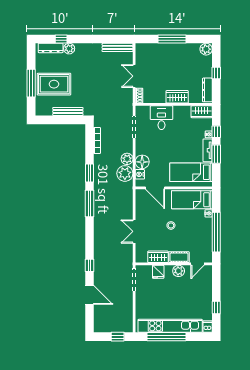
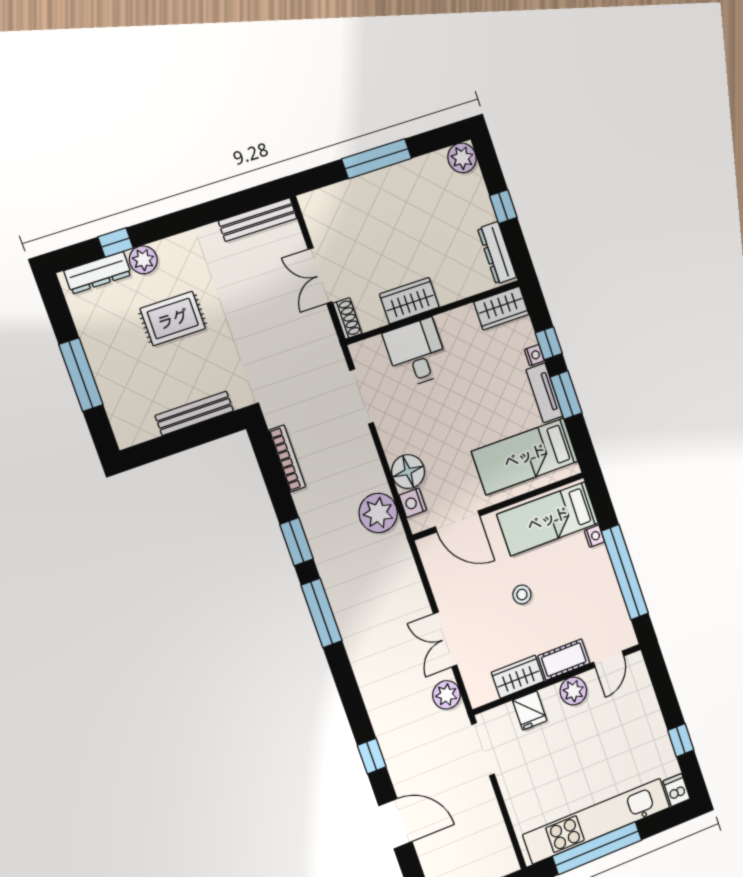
rug: (54, 84) -> (173, 319), moved, width x0.73, depth x0.70
wardrobe: (177, 97) -> (409, 301), moved
plant: (127, 159) -> (446, 695), moved

